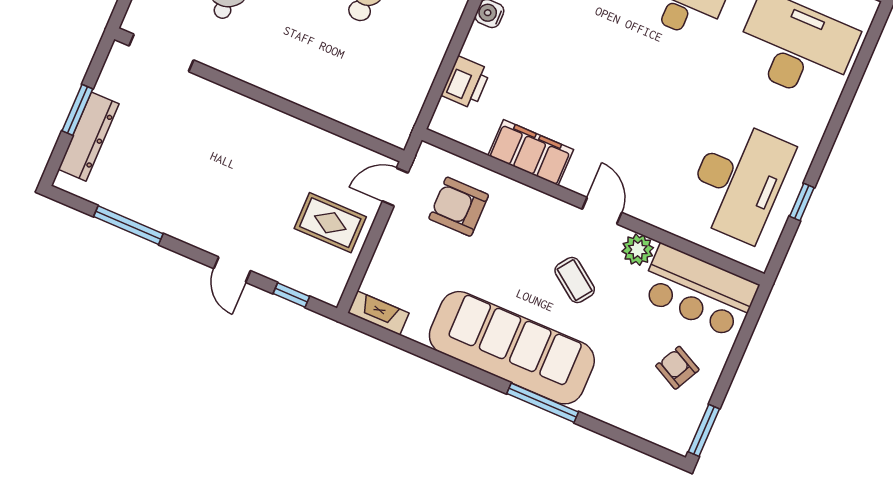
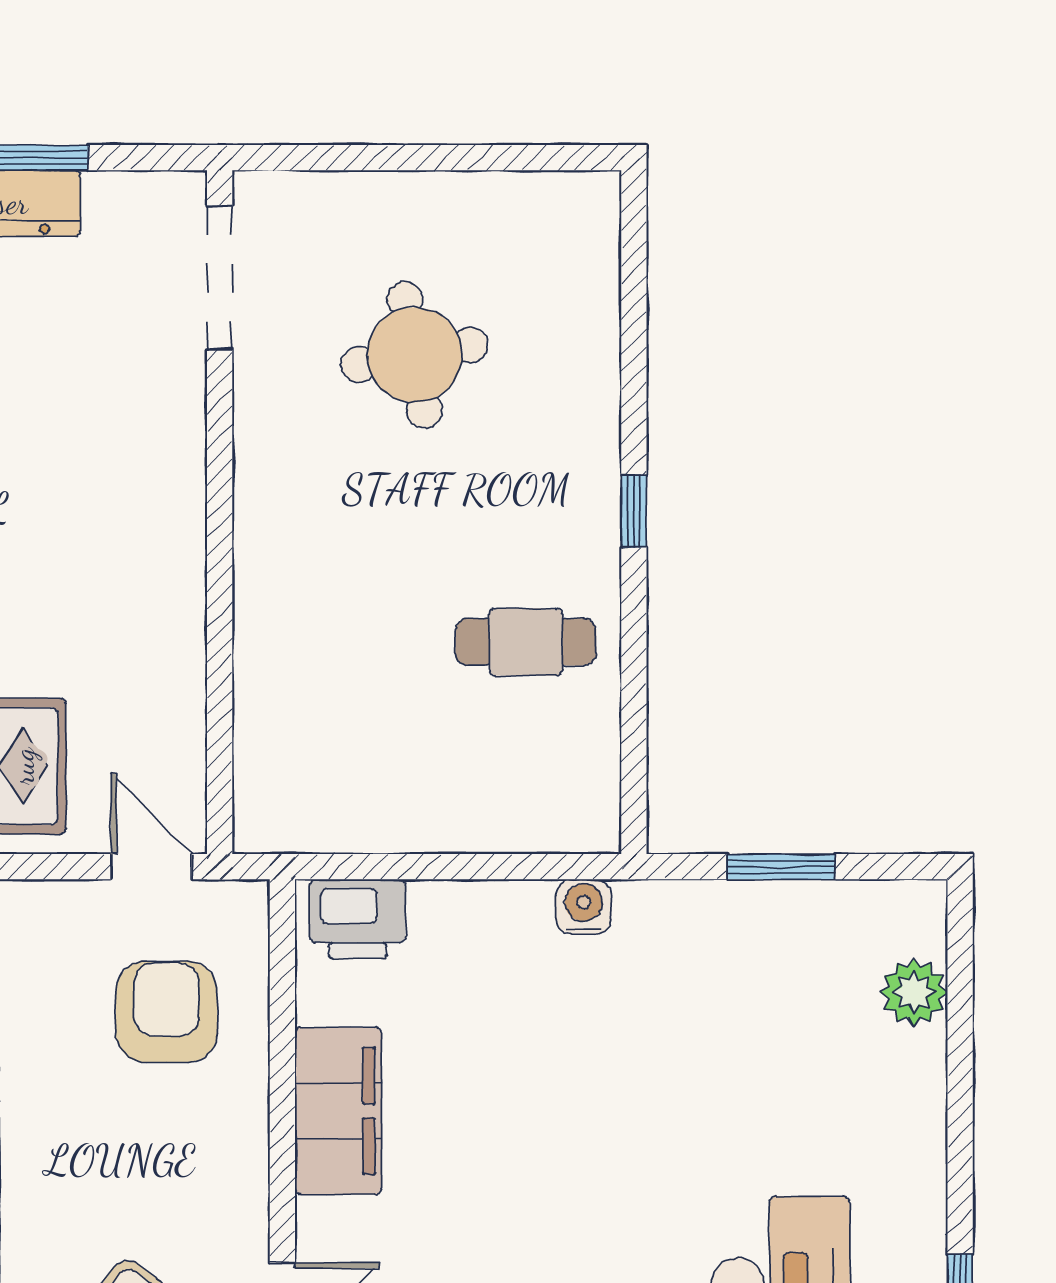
printer: (466, 82) -> (358, 919), moved

